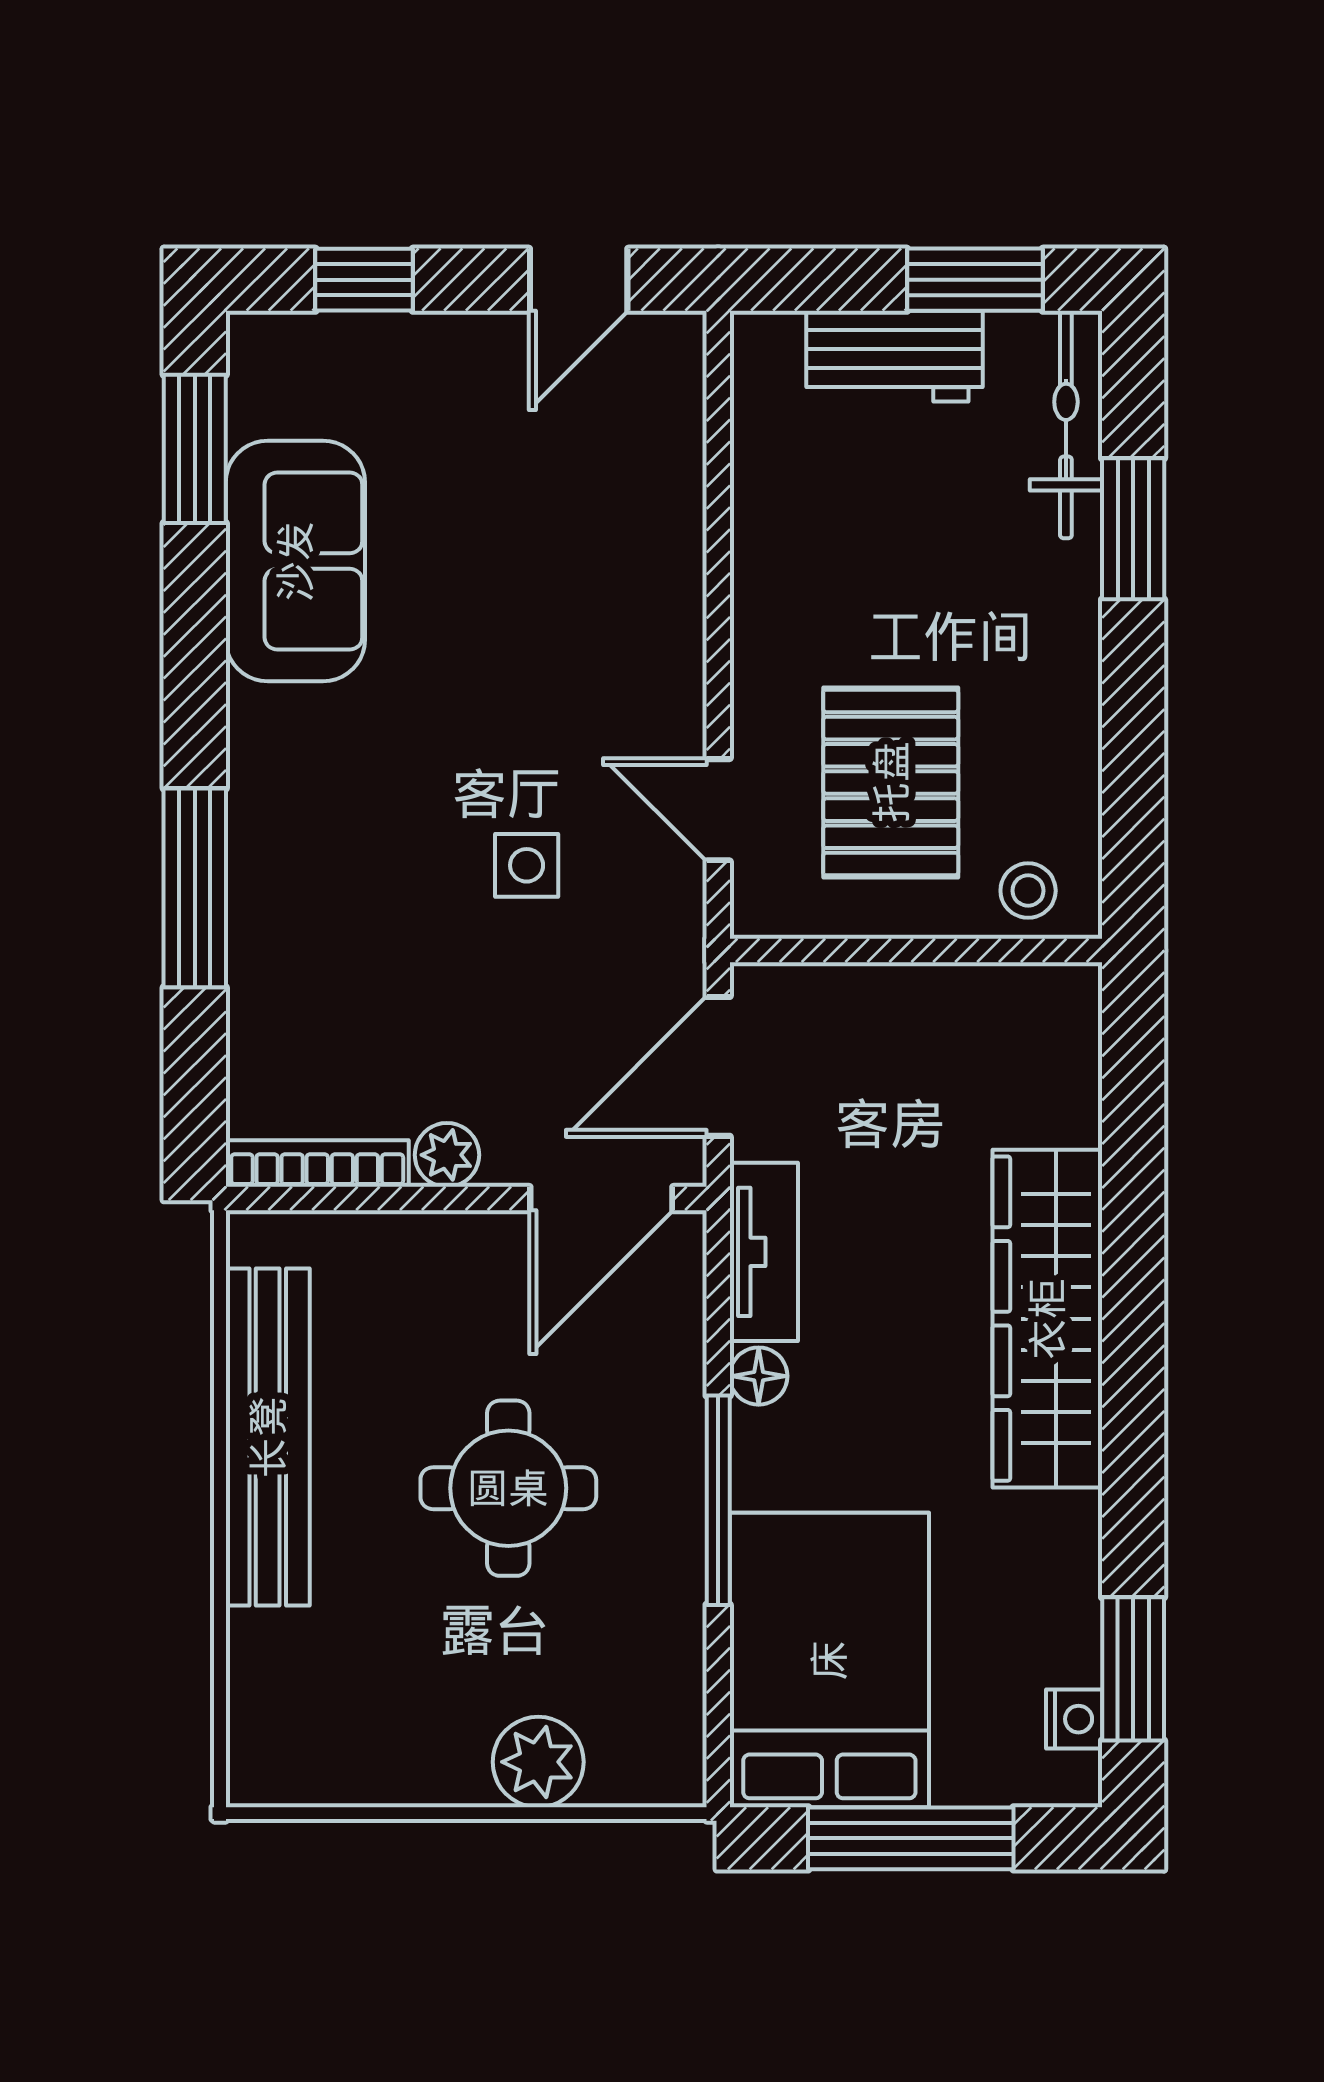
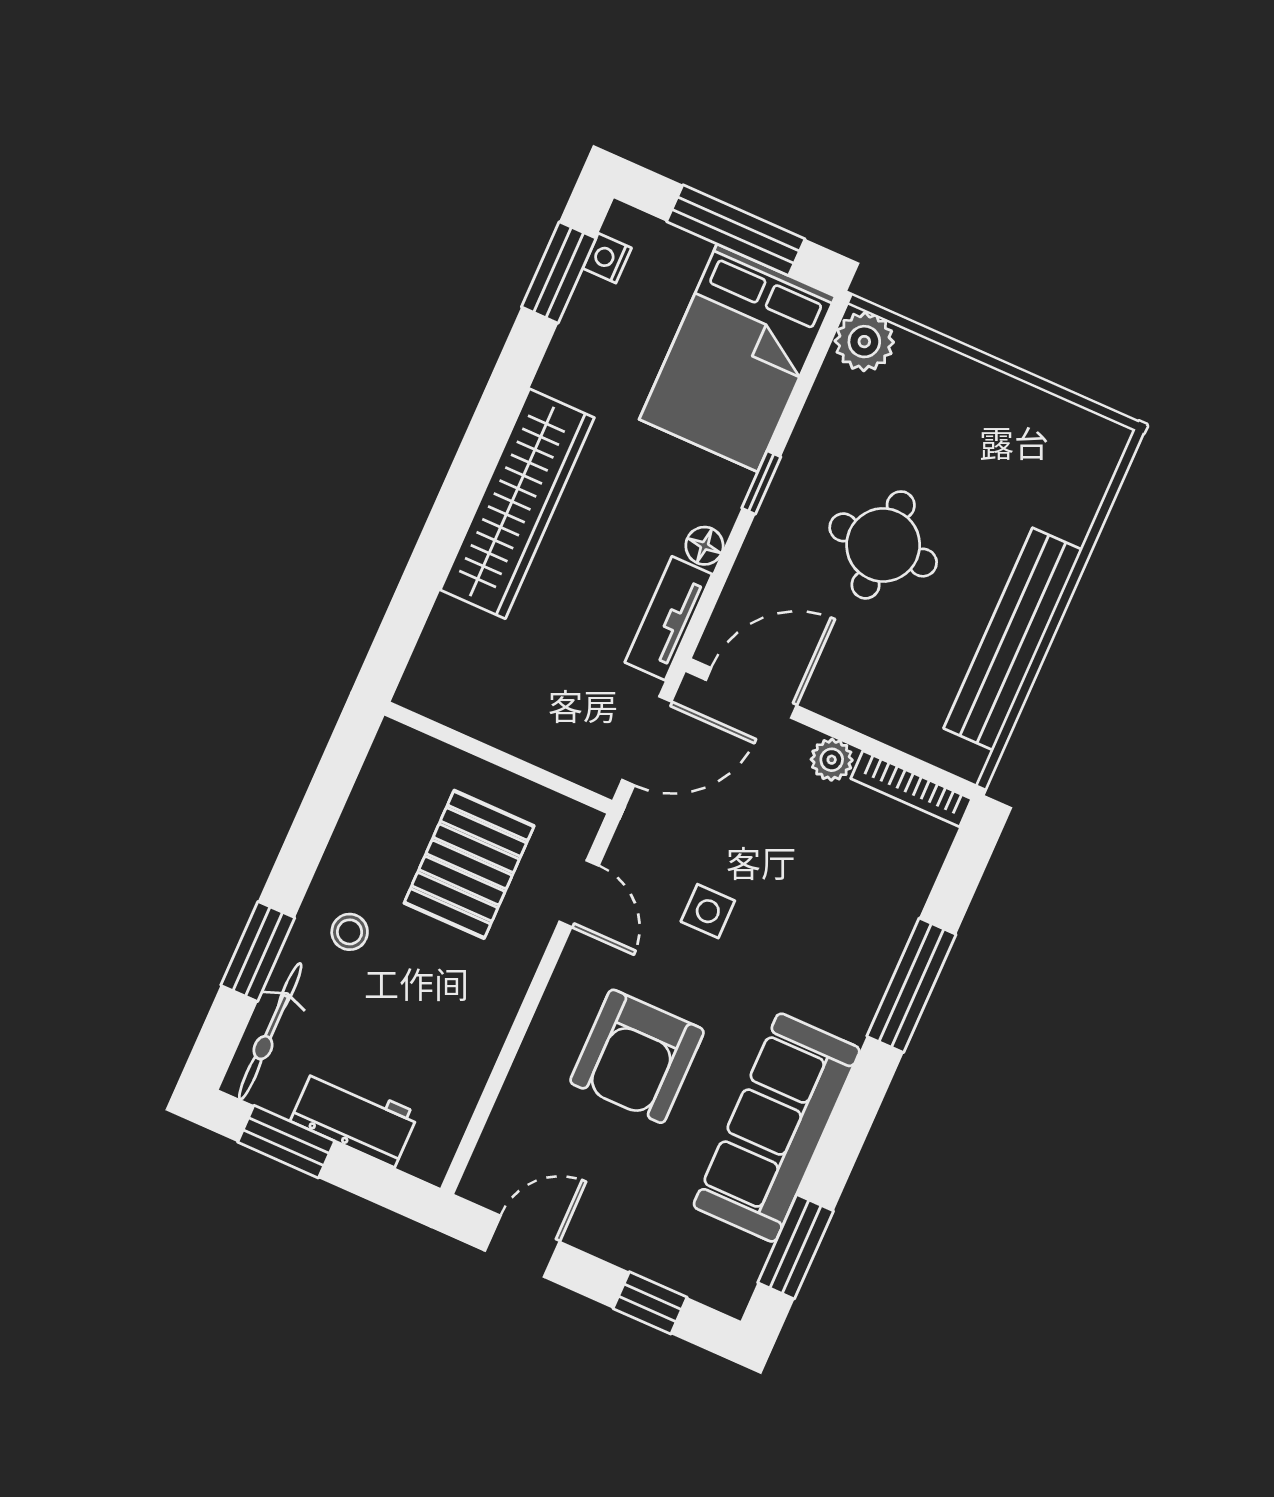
sofa: (295, 561) -> (777, 1128), width x1.36
armchair: (536, 618) -> (637, 1056), added
stool: (1028, 891) -> (350, 932), moved
window: (718, 1500) -> (761, 482), width x0.46
plant: (538, 1762) -> (864, 342), moved

